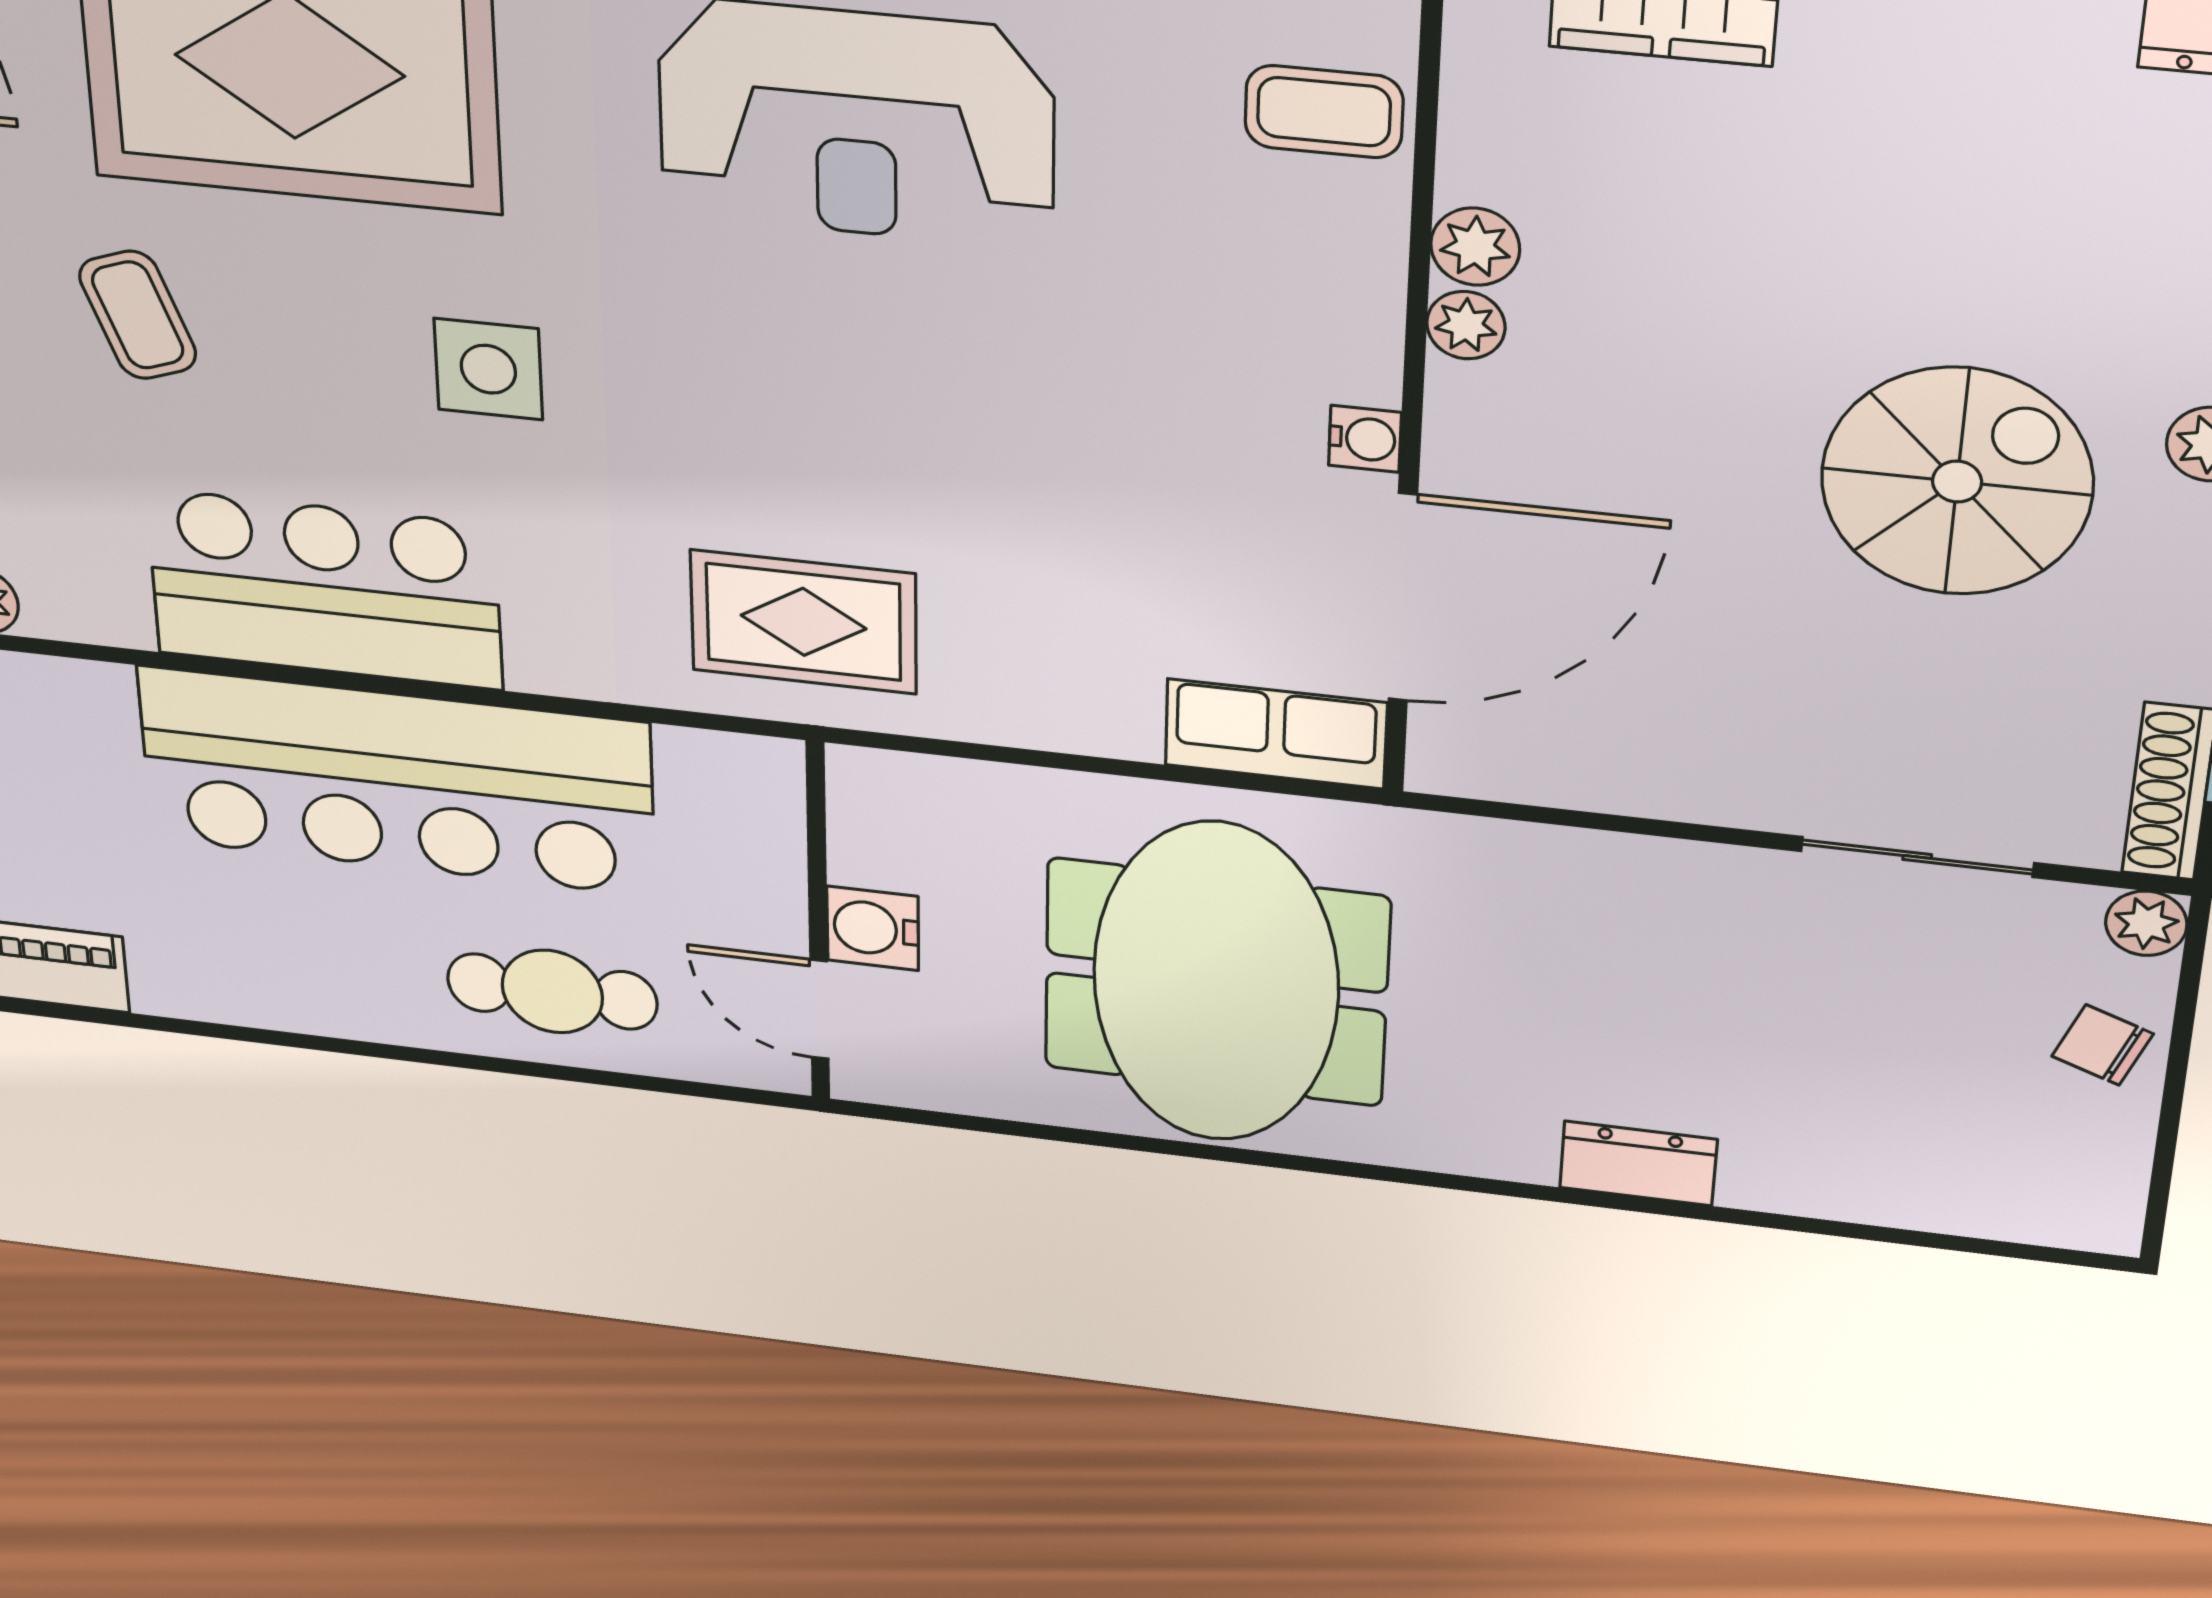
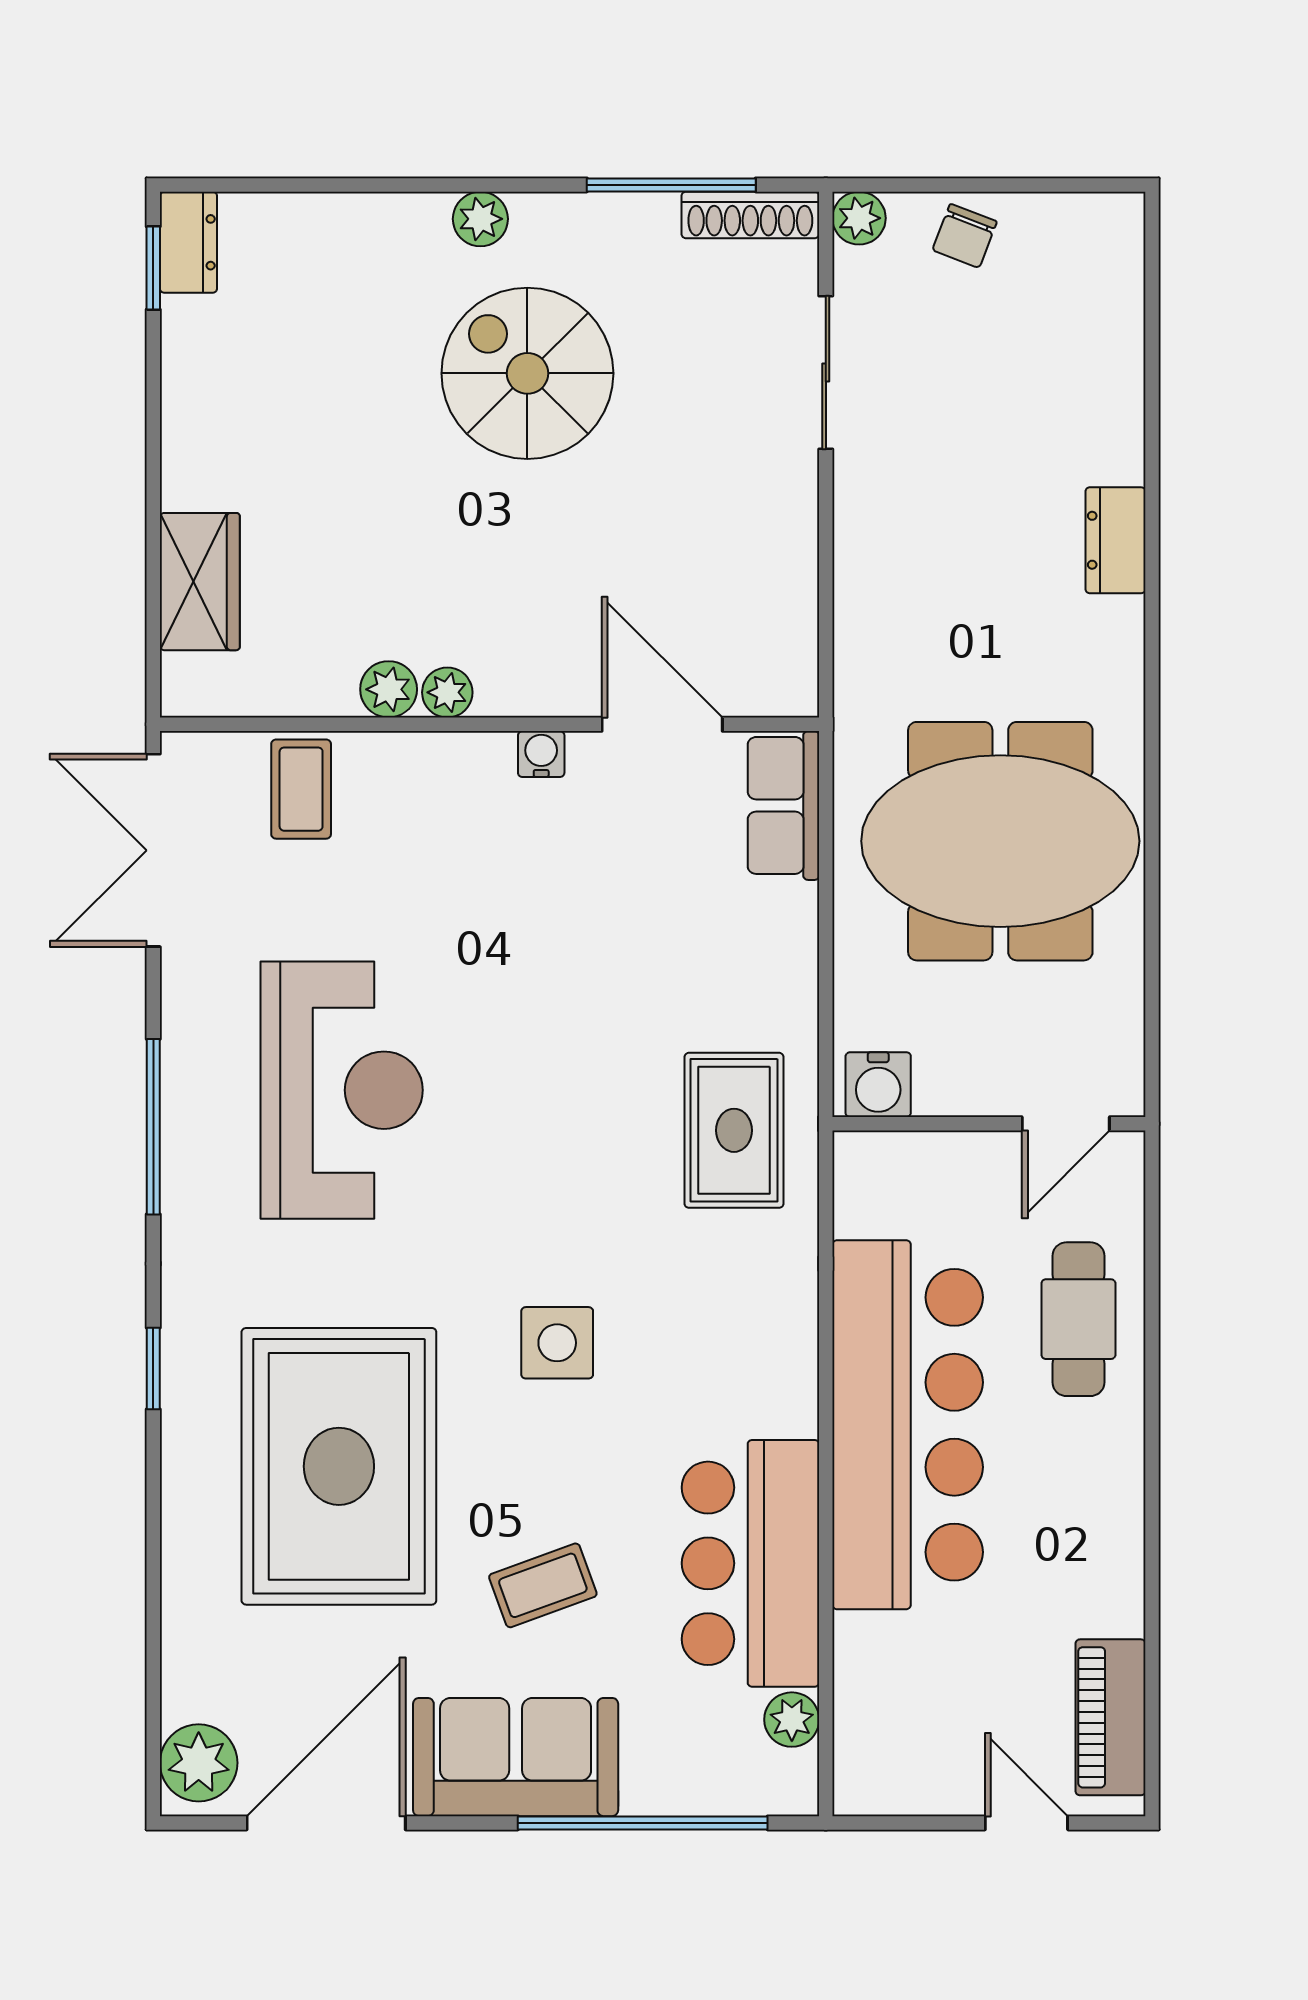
bar counter: (325, 589) -> (750, 1563), moved
door: (1403, 598) -> (662, 724), width x0.73
water cooler: (873, 928) -> (878, 1085), moved

